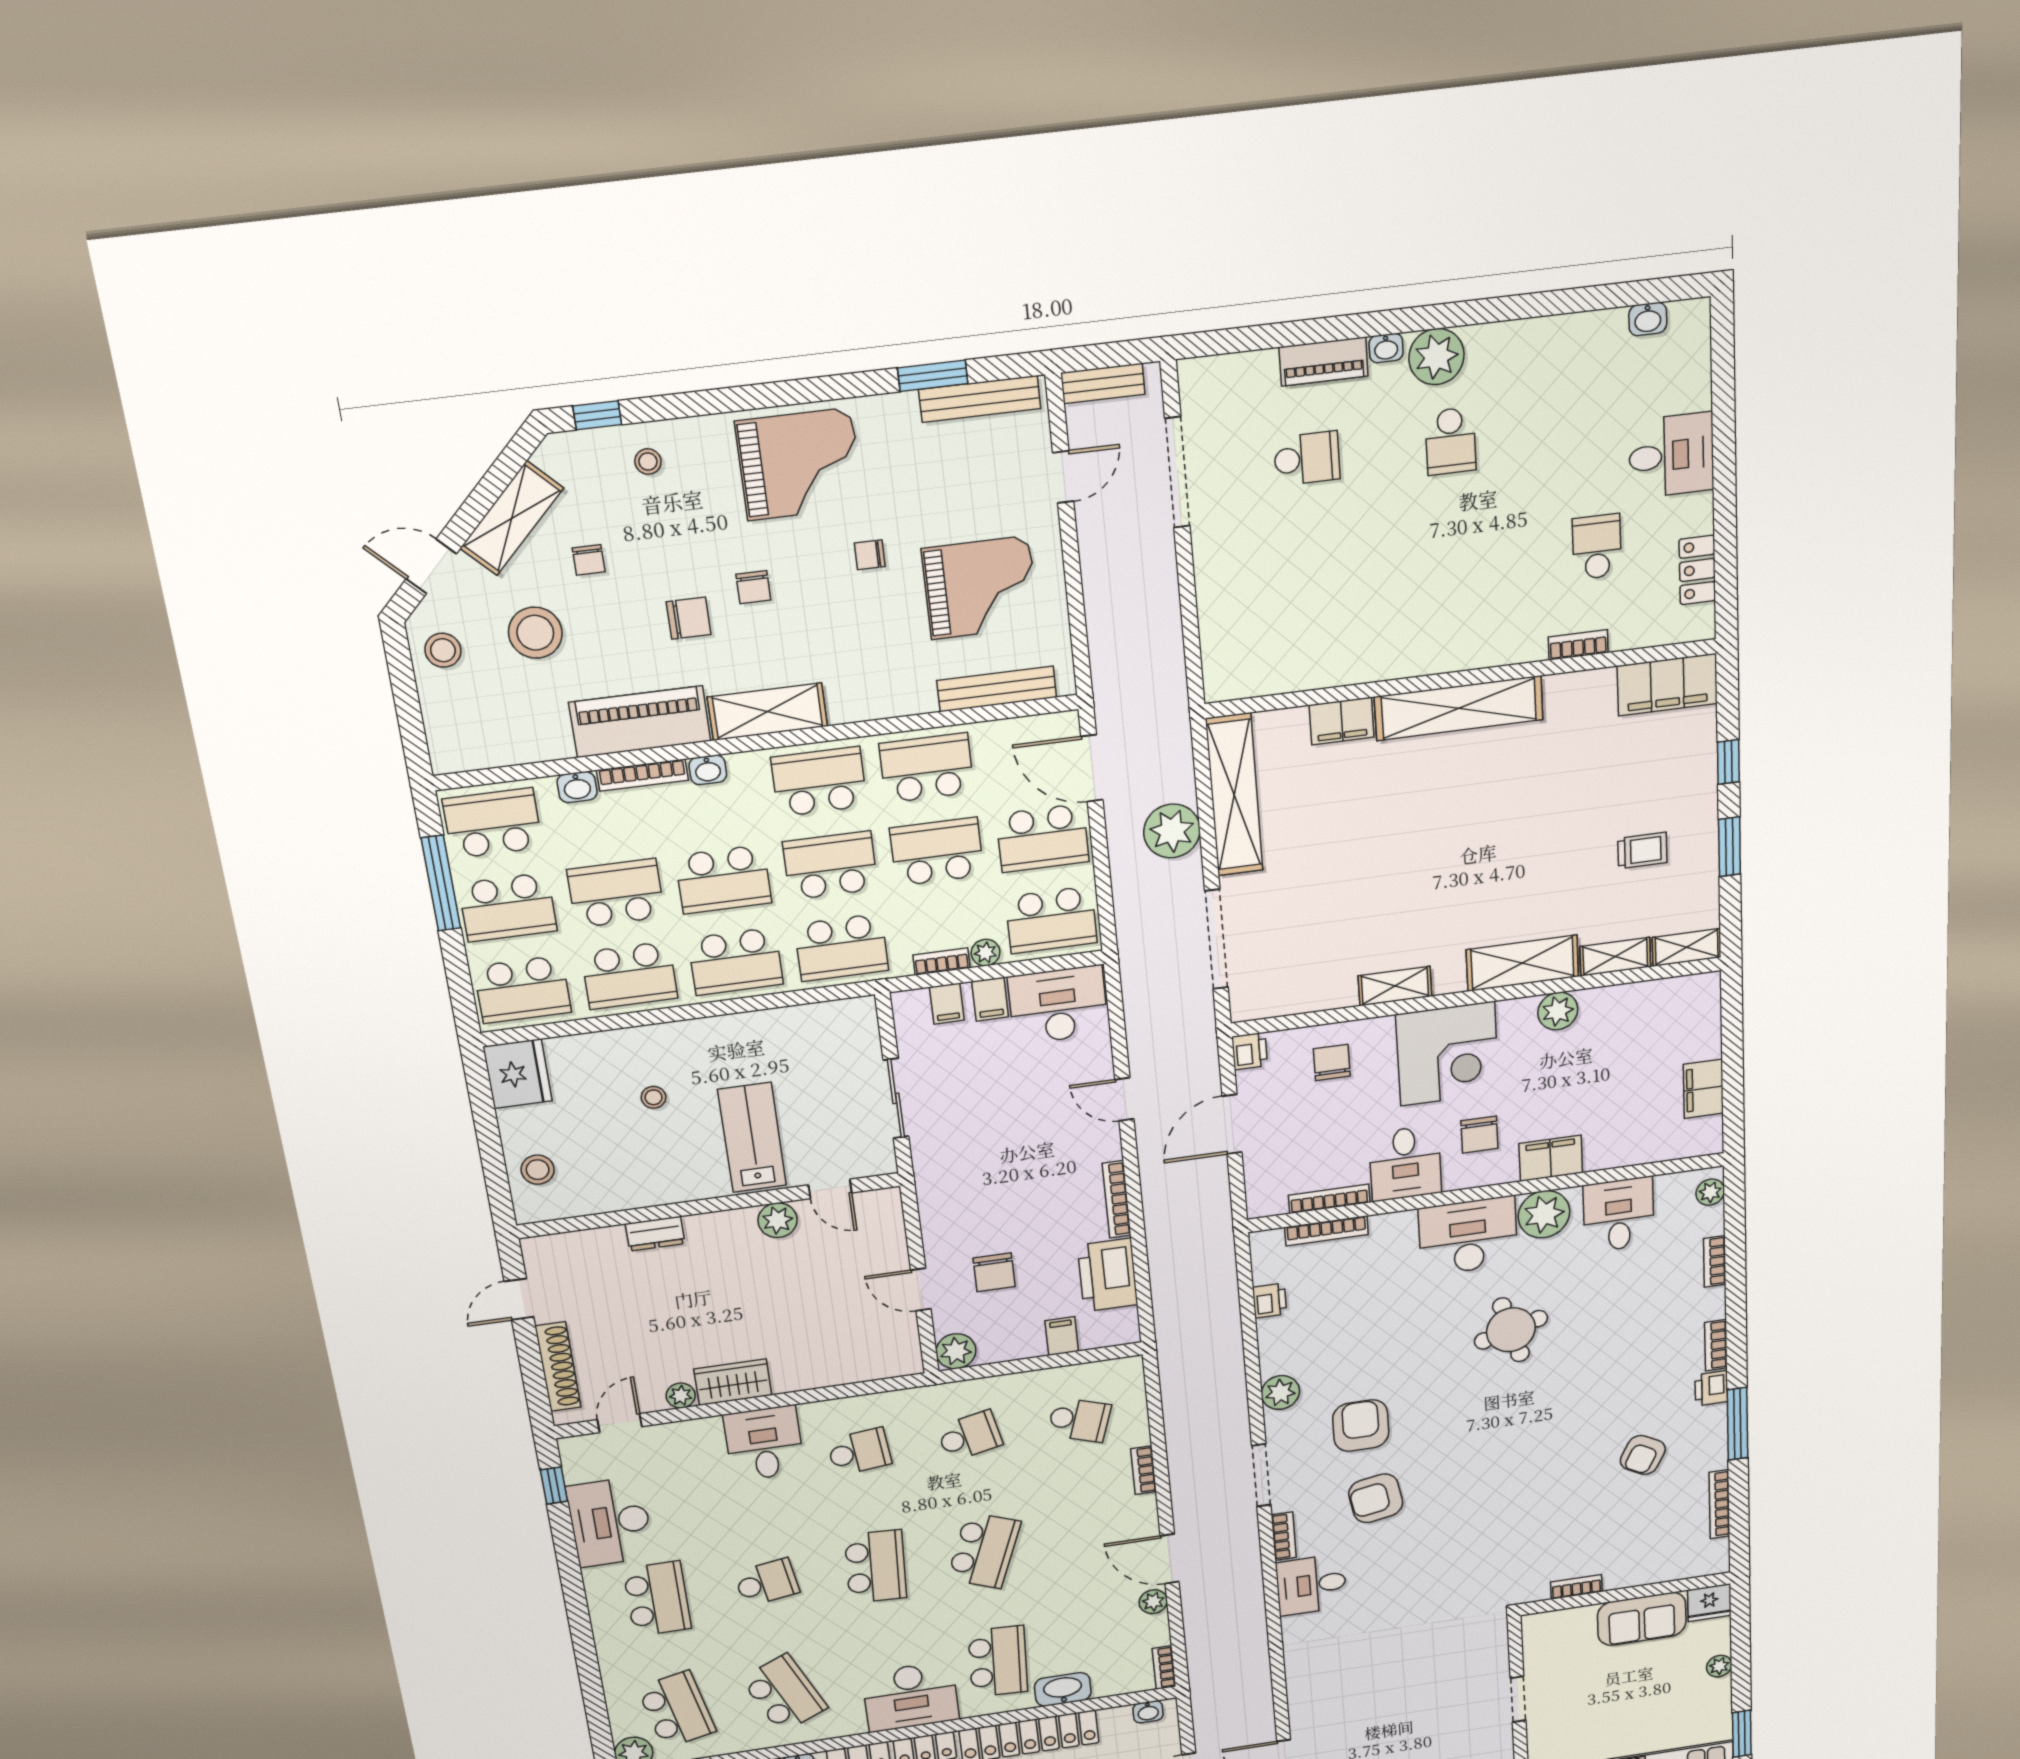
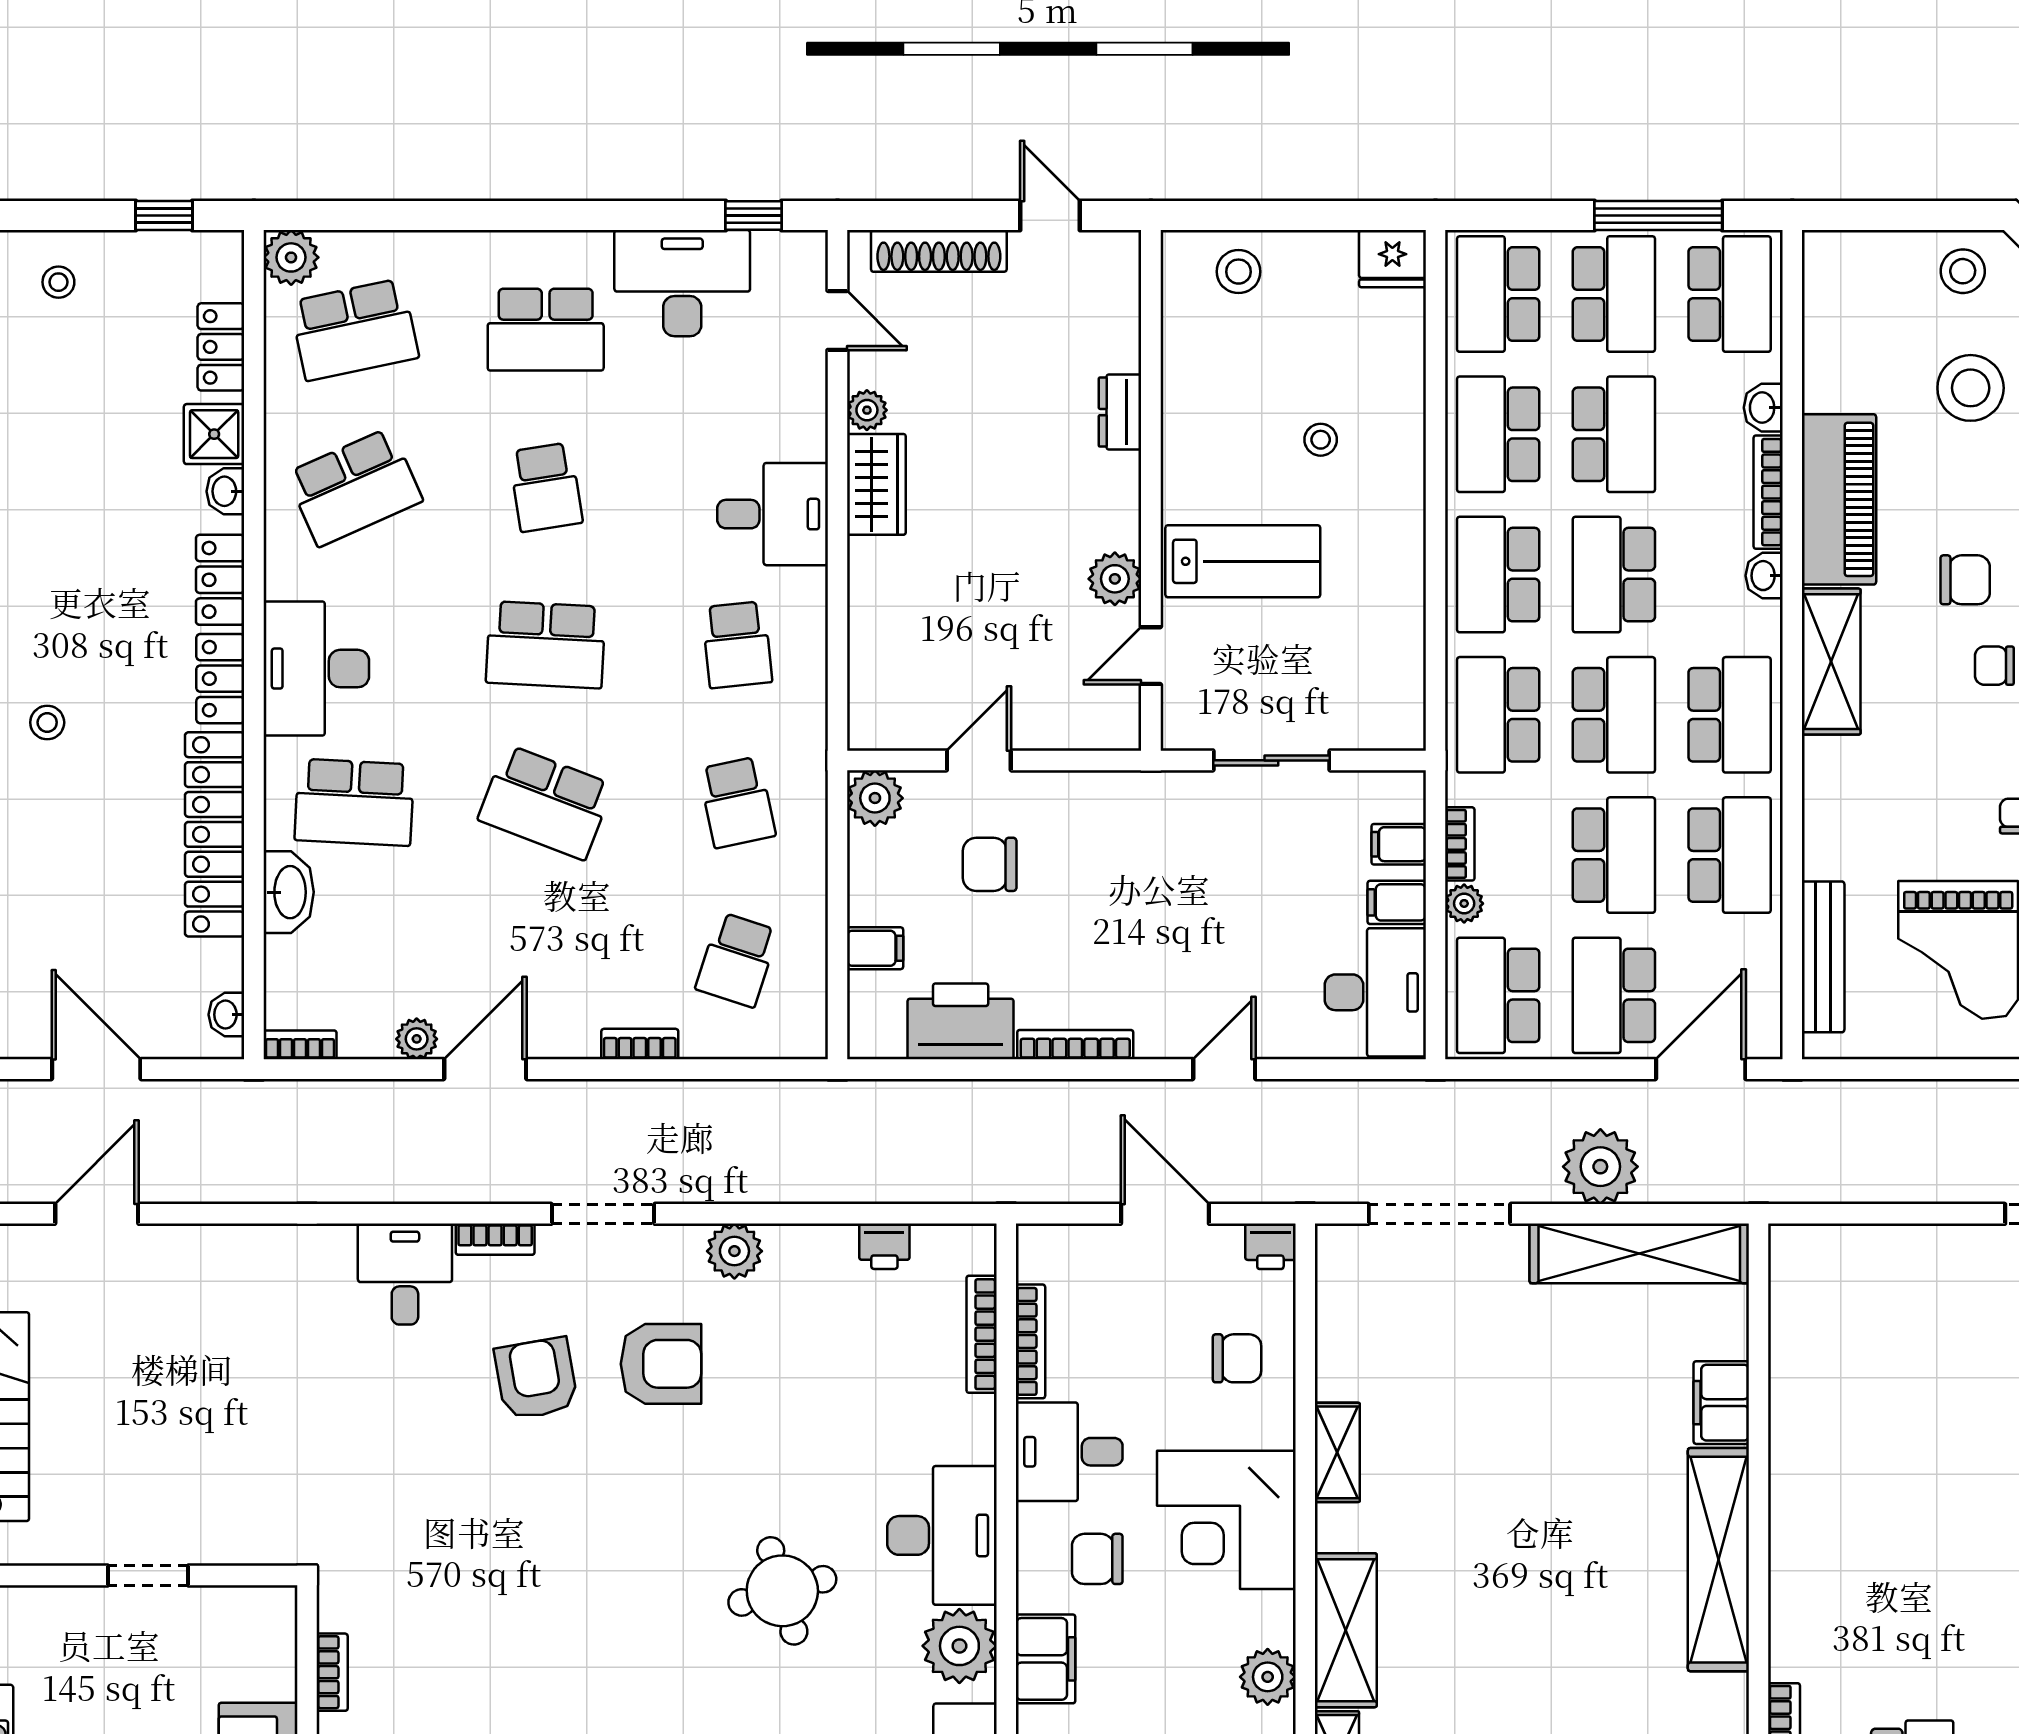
chair: (689, 618) -> (1965, 580), turned -90
school desk: (508, 907) -> (1614, 294), turned 180
fridge: (518, 1074) -> (1392, 259), width x0.73, depth x0.75

